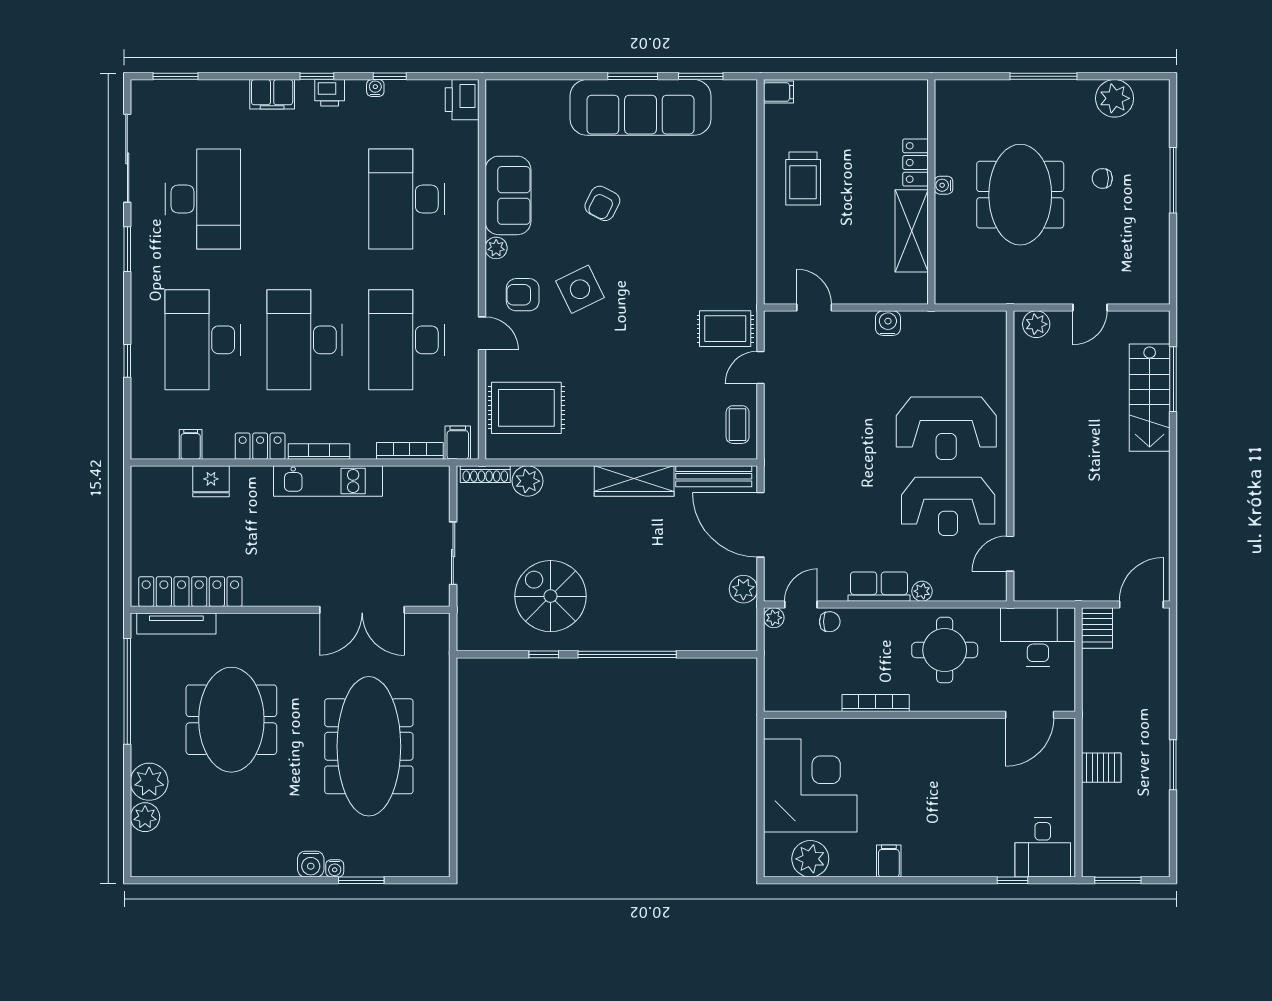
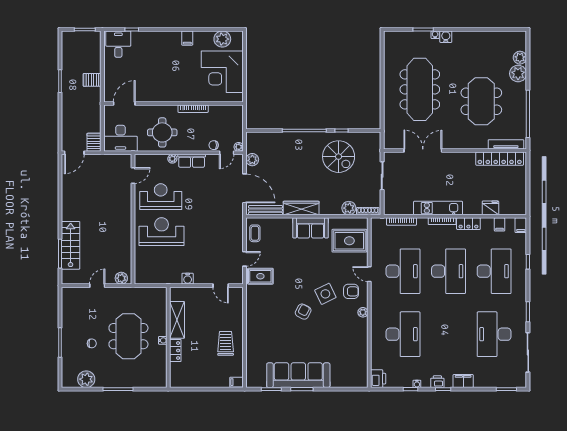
sofa: (508, 195) -> (311, 228), moved, turned -90
armchair: (602, 203) -> (303, 312), moved
filing cabinet: (458, 443) -> (521, 225), moved

